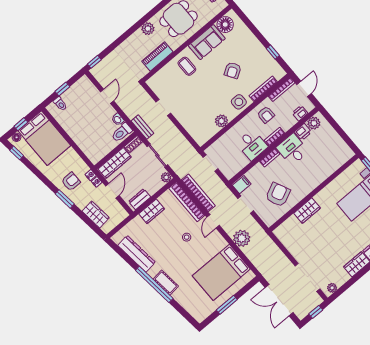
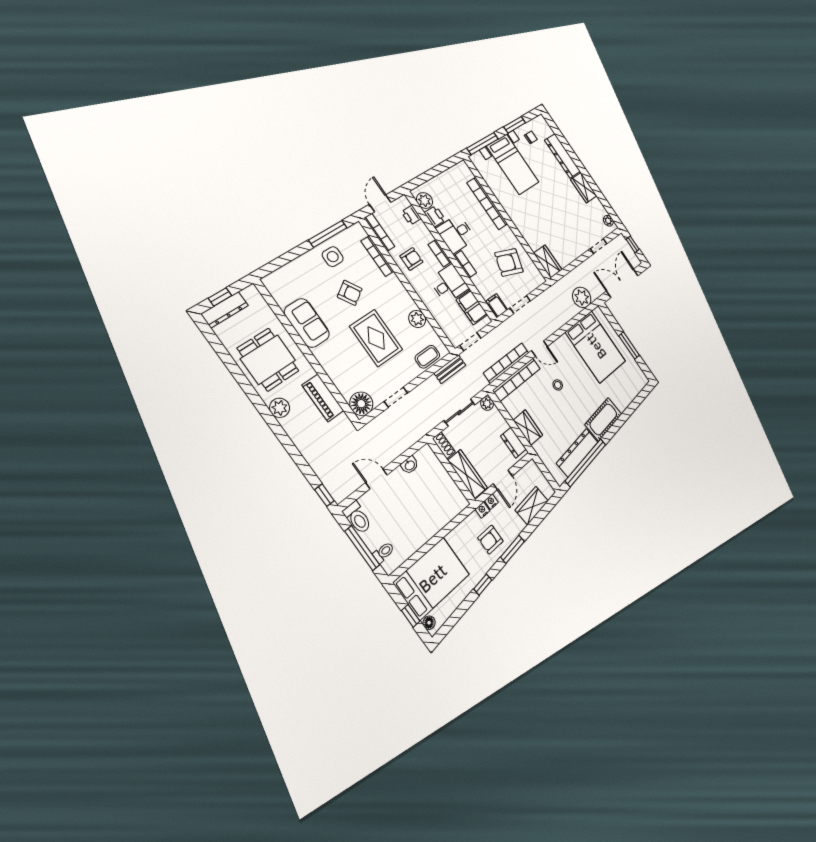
floor lamp: (225, 25) -> (361, 404), moved
window: (273, 52) -> (328, 234), width x2.17
coffee table: (187, 66) -> (427, 357), moved
window: (62, 89) -> (362, 548), width x2.17
door: (304, 89) -> (380, 203), hinge flipped
rug: (203, 91) -> (376, 338), added
side table: (239, 102) -> (333, 257), moved
bench: (142, 127) -> (450, 369), moved
toilet: (122, 132) -> (357, 518), moved
window: (17, 153) -> (483, 584), moved
filing cabinet: (237, 164) -> (472, 307), added
bookcase: (323, 175) -> (487, 203), added
armchair: (71, 181) -> (490, 540), turned -90
door: (112, 191) -> (503, 480), swing flipped
armchair: (278, 195) -> (509, 262), turned -46
wardrobe: (307, 211) -> (548, 261), moved
plant: (242, 238) -> (582, 297), moved
doorway: (307, 277) -> (598, 246), width x0.53
cot: (166, 283) -> (603, 419), width x1.37, depth x1.34
window: (154, 284) -> (586, 463), moved
double door: (279, 300) -> (622, 283), swing flipped

